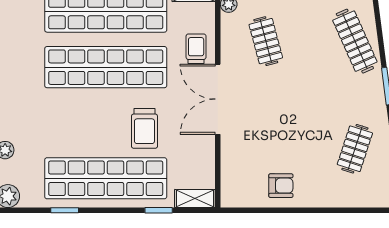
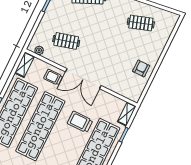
trolley: (144, 128) -> (80, 122), turned 180
clothes rail: (355, 149) -> (141, 23), turned -36

